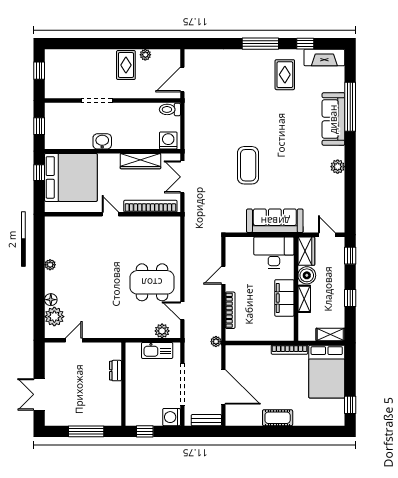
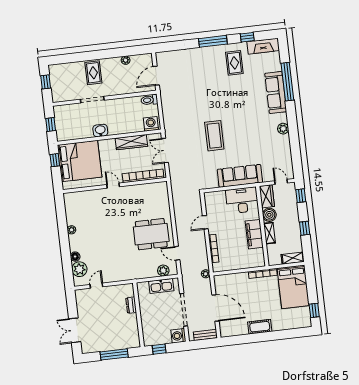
rug: (126, 65) -> (93, 73), moved

